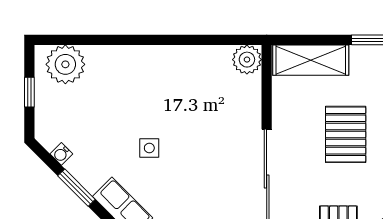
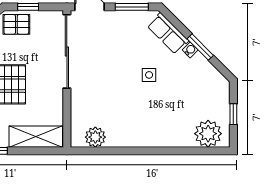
plant: (247, 60) -> (95, 137), moved
water cooler: (61, 154) -> (190, 50), moved

